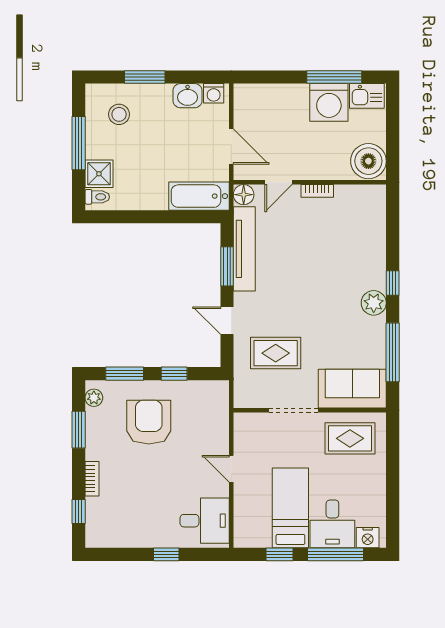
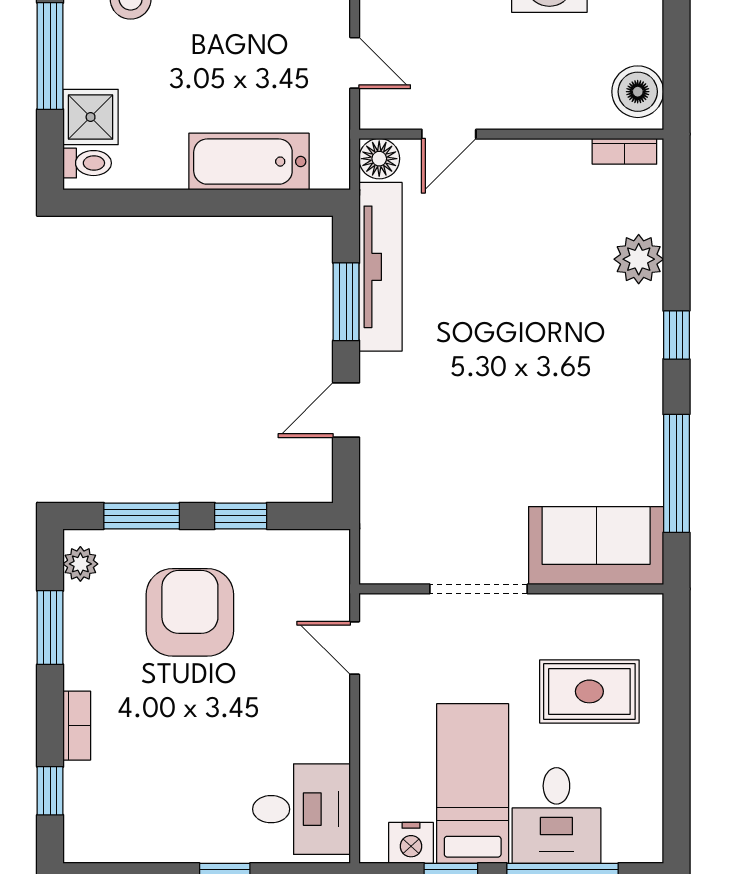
door: (231, 147) -> (355, 63), width x0.73
boiler: (368, 161) -> (638, 92), width x0.73, depth x0.73
bookcase: (317, 191) -> (624, 151), moved
bathtub: (199, 196) -> (249, 162), moved
plant: (374, 303) -> (639, 259), moved
door: (227, 321) -> (346, 410), hinge flipped
rug: (276, 353) -> (443, 475), removed
rug: (350, 438) -> (589, 691), moved
door: (231, 469) -> (355, 648), moved
nightstand: (368, 538) -> (411, 843), moved

